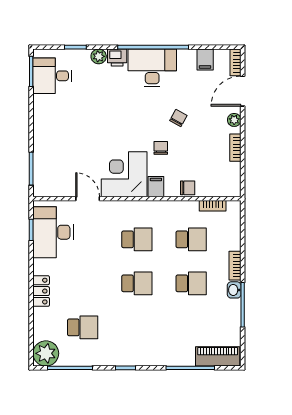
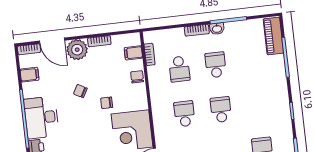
plant: (234, 120) -> (77, 50), width x1.88, depth x1.88
filing cabinet: (156, 187) -> (133, 53), moved
school desk: (191, 239) -> (179, 69), turned 180

